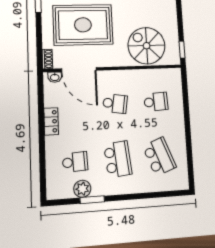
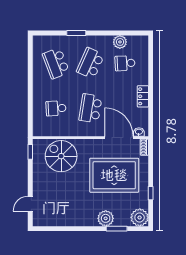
spiral stairs: (147, 46) -> (61, 156), turned 180
school desk: (115, 104) -> (90, 108), width x1.85
school desk: (118, 159) -> (90, 63), turned 30
window: (92, 200) -> (76, 33), moved

